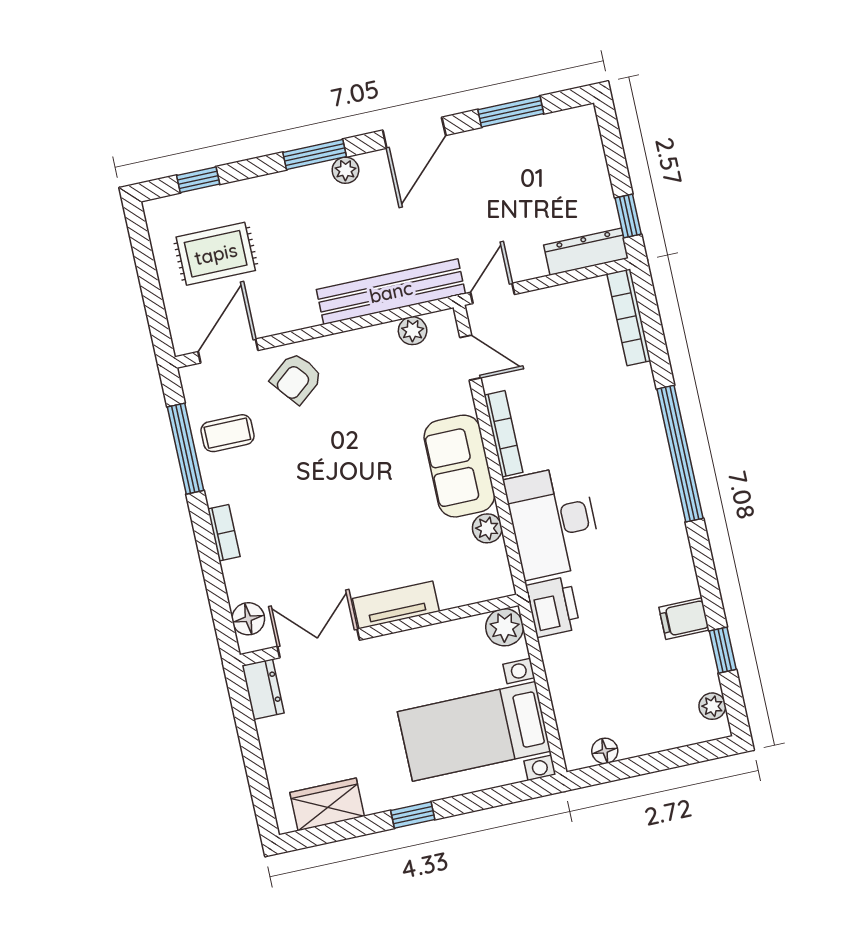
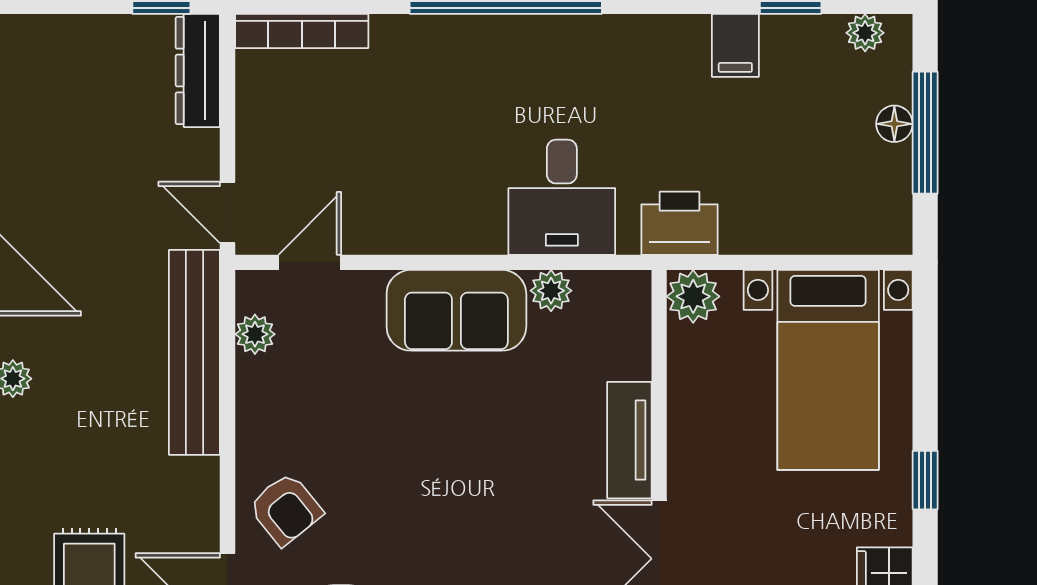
bookcase: (503, 434) -> (425, 240), removed
desk: (553, 522) -> (562, 197), width x0.73
floor lamp: (605, 751) -> (894, 124), moved
window: (652, 763) -> (925, 133), added

